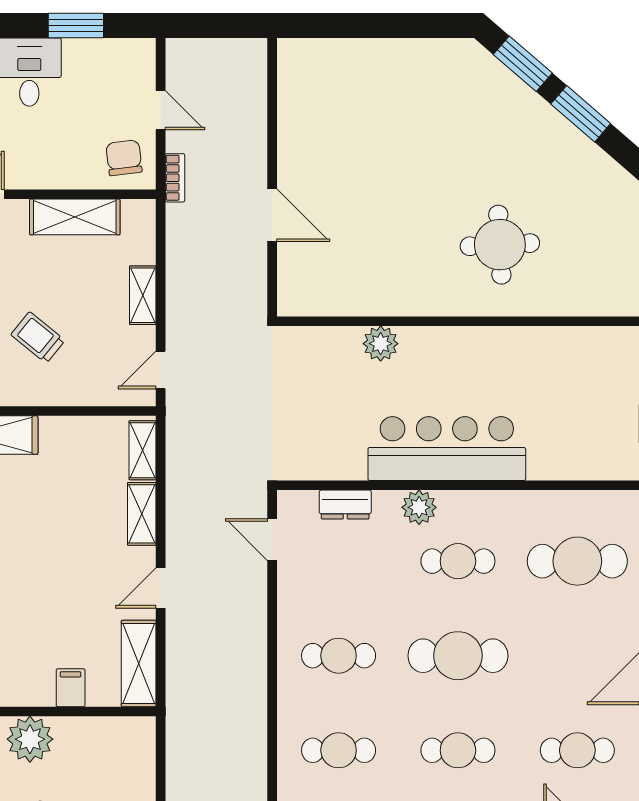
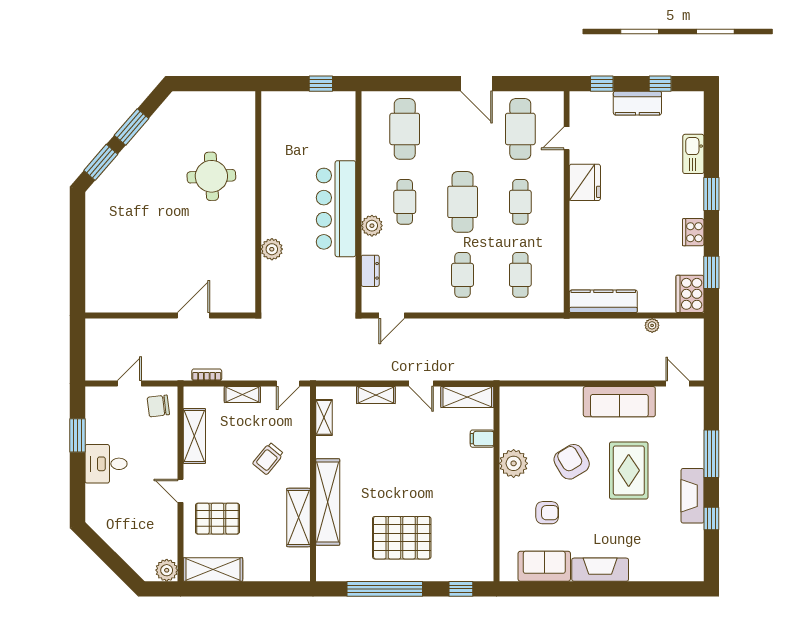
bookcase: (175, 178) -> (207, 375), moved
door: (161, 370) -> (288, 384), hinge flipped
shelving: (143, 450) -> (324, 417), moved, turned 90
cafe table: (577, 750) -> (520, 129), width x1.37, depth x1.35

